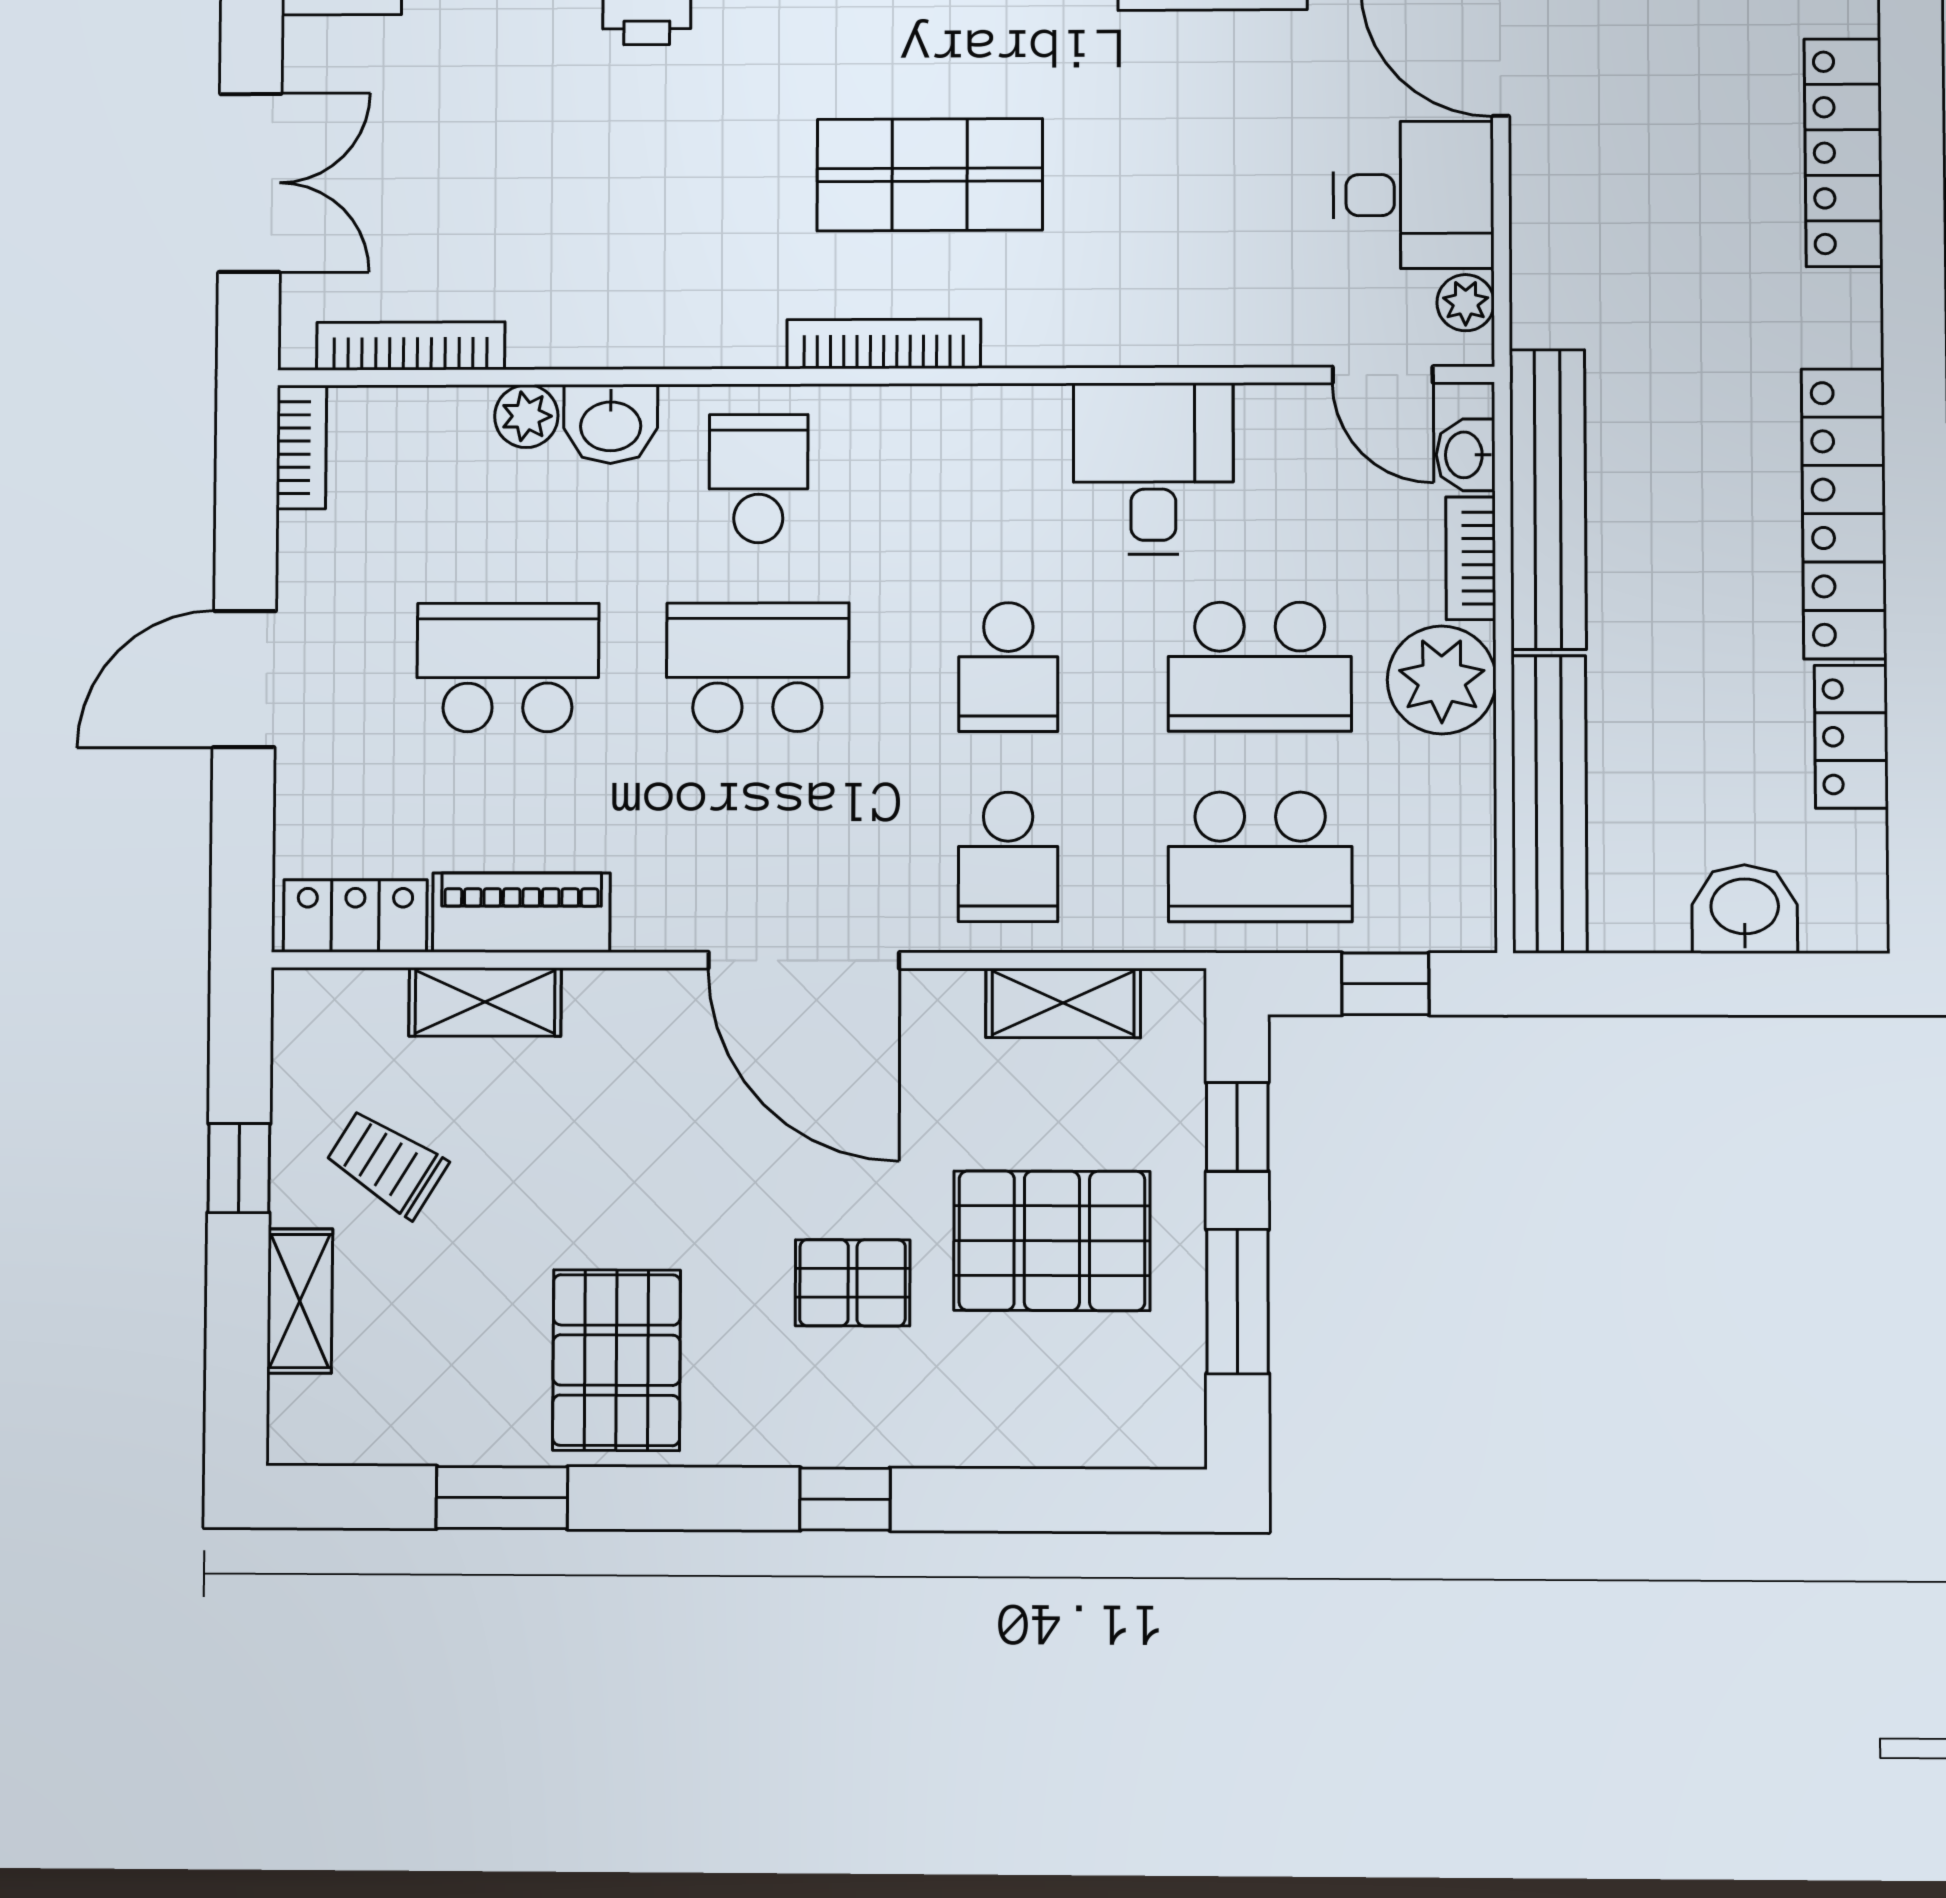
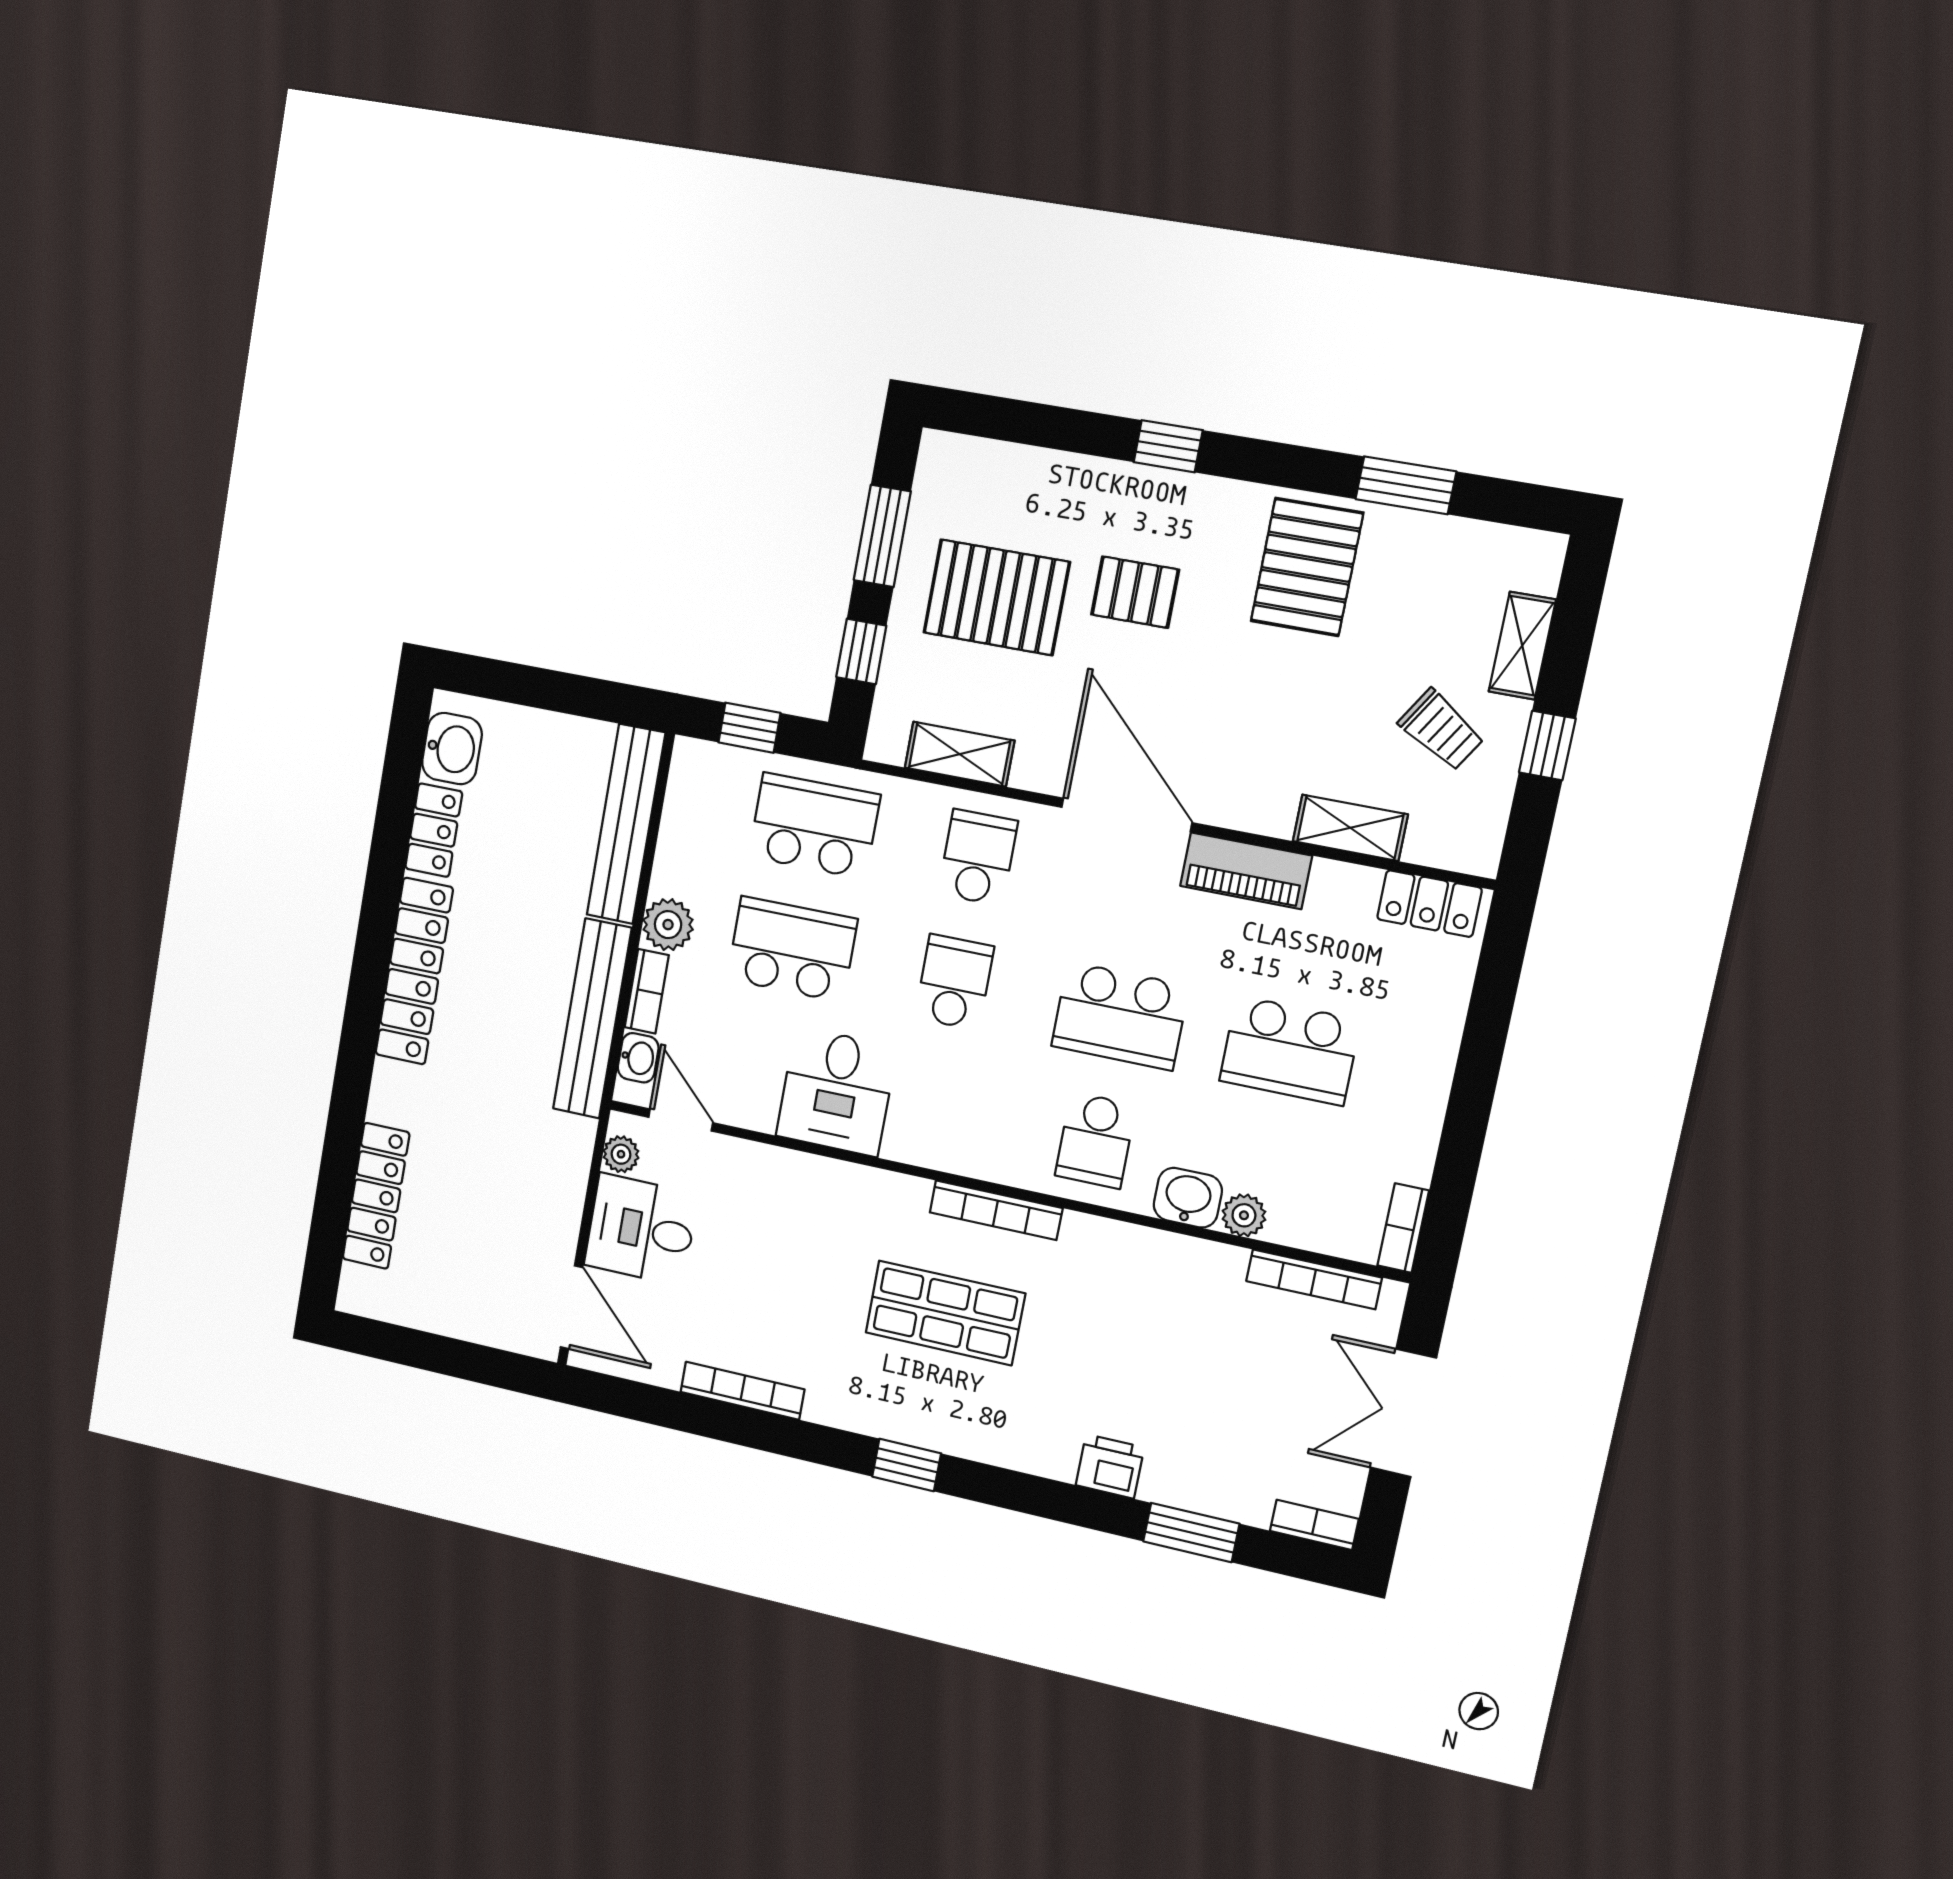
door: (244, 679) -> (1475, 1080), removed
plant: (1442, 680) -> (668, 925), width x0.73, depth x0.73
washbasin: (1745, 909) -> (452, 749), moved, turned -90
piano: (521, 913) -> (1246, 871), moved

